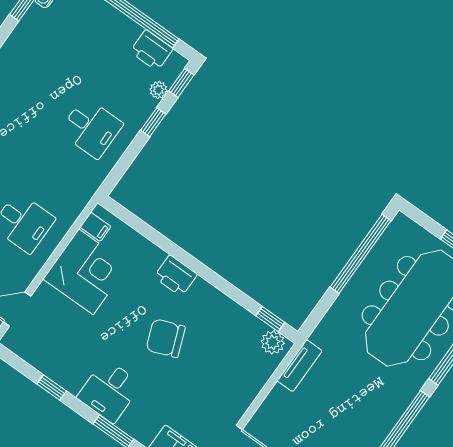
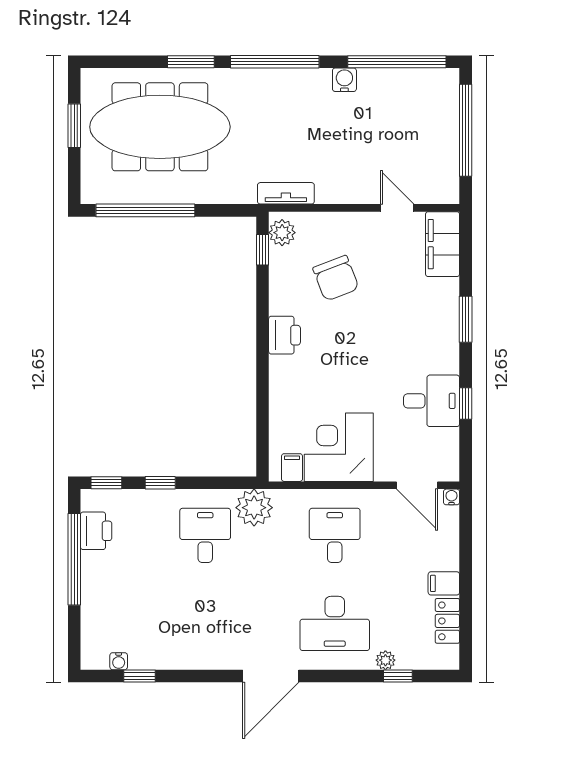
plant: (158, 90) -> (254, 508), moved, width x1.88, depth x1.88
printer: (176, 276) -> (285, 335), moved
chair: (166, 338) -> (336, 278), moved
desk: (109, 391) -> (432, 401), moved

